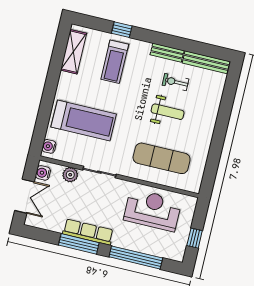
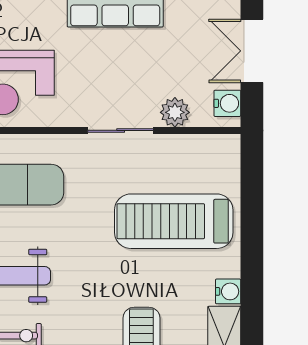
water cooler: (49, 146) -> (228, 291), moved

